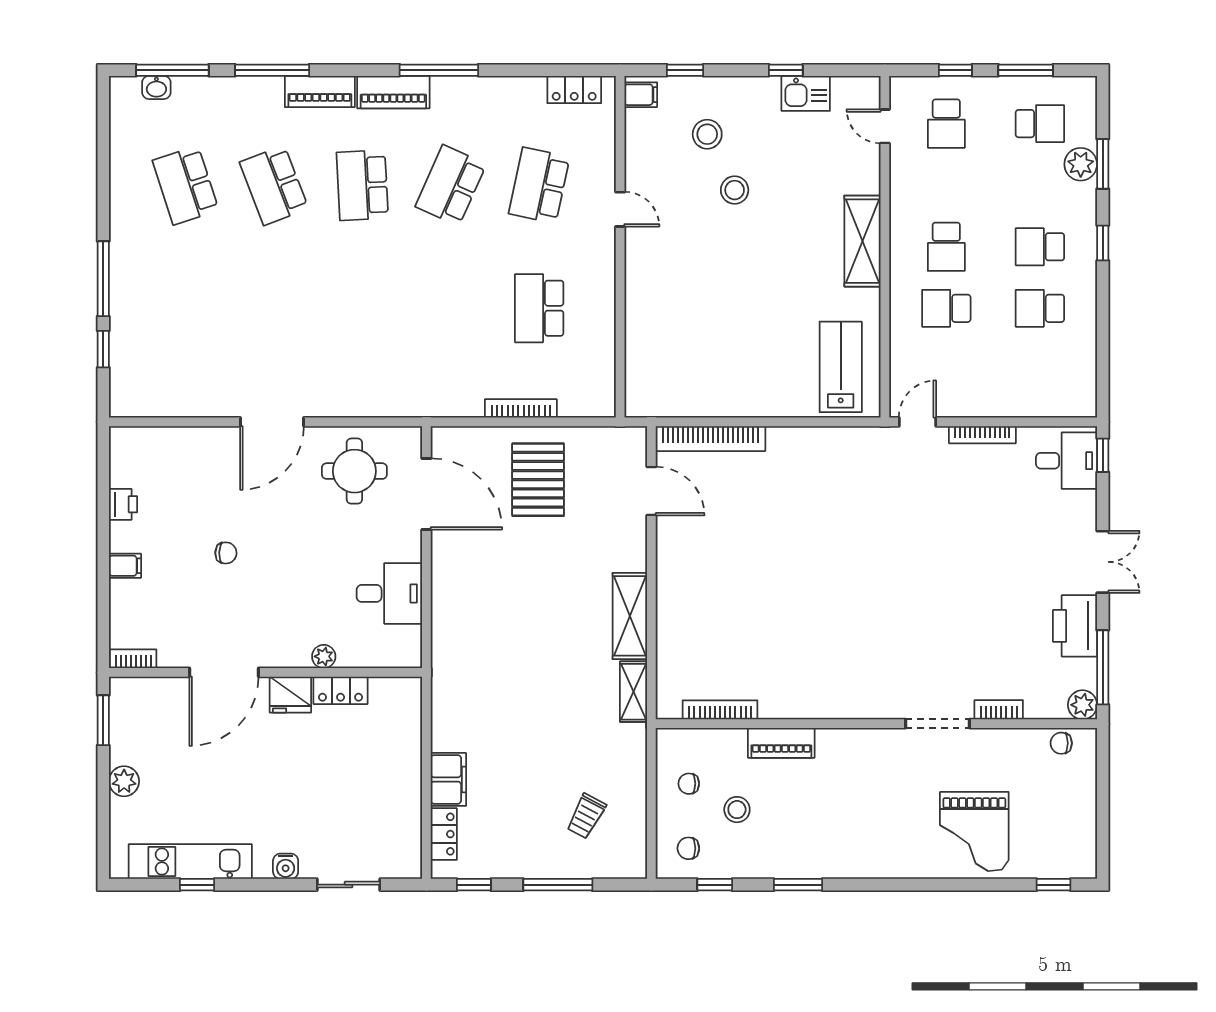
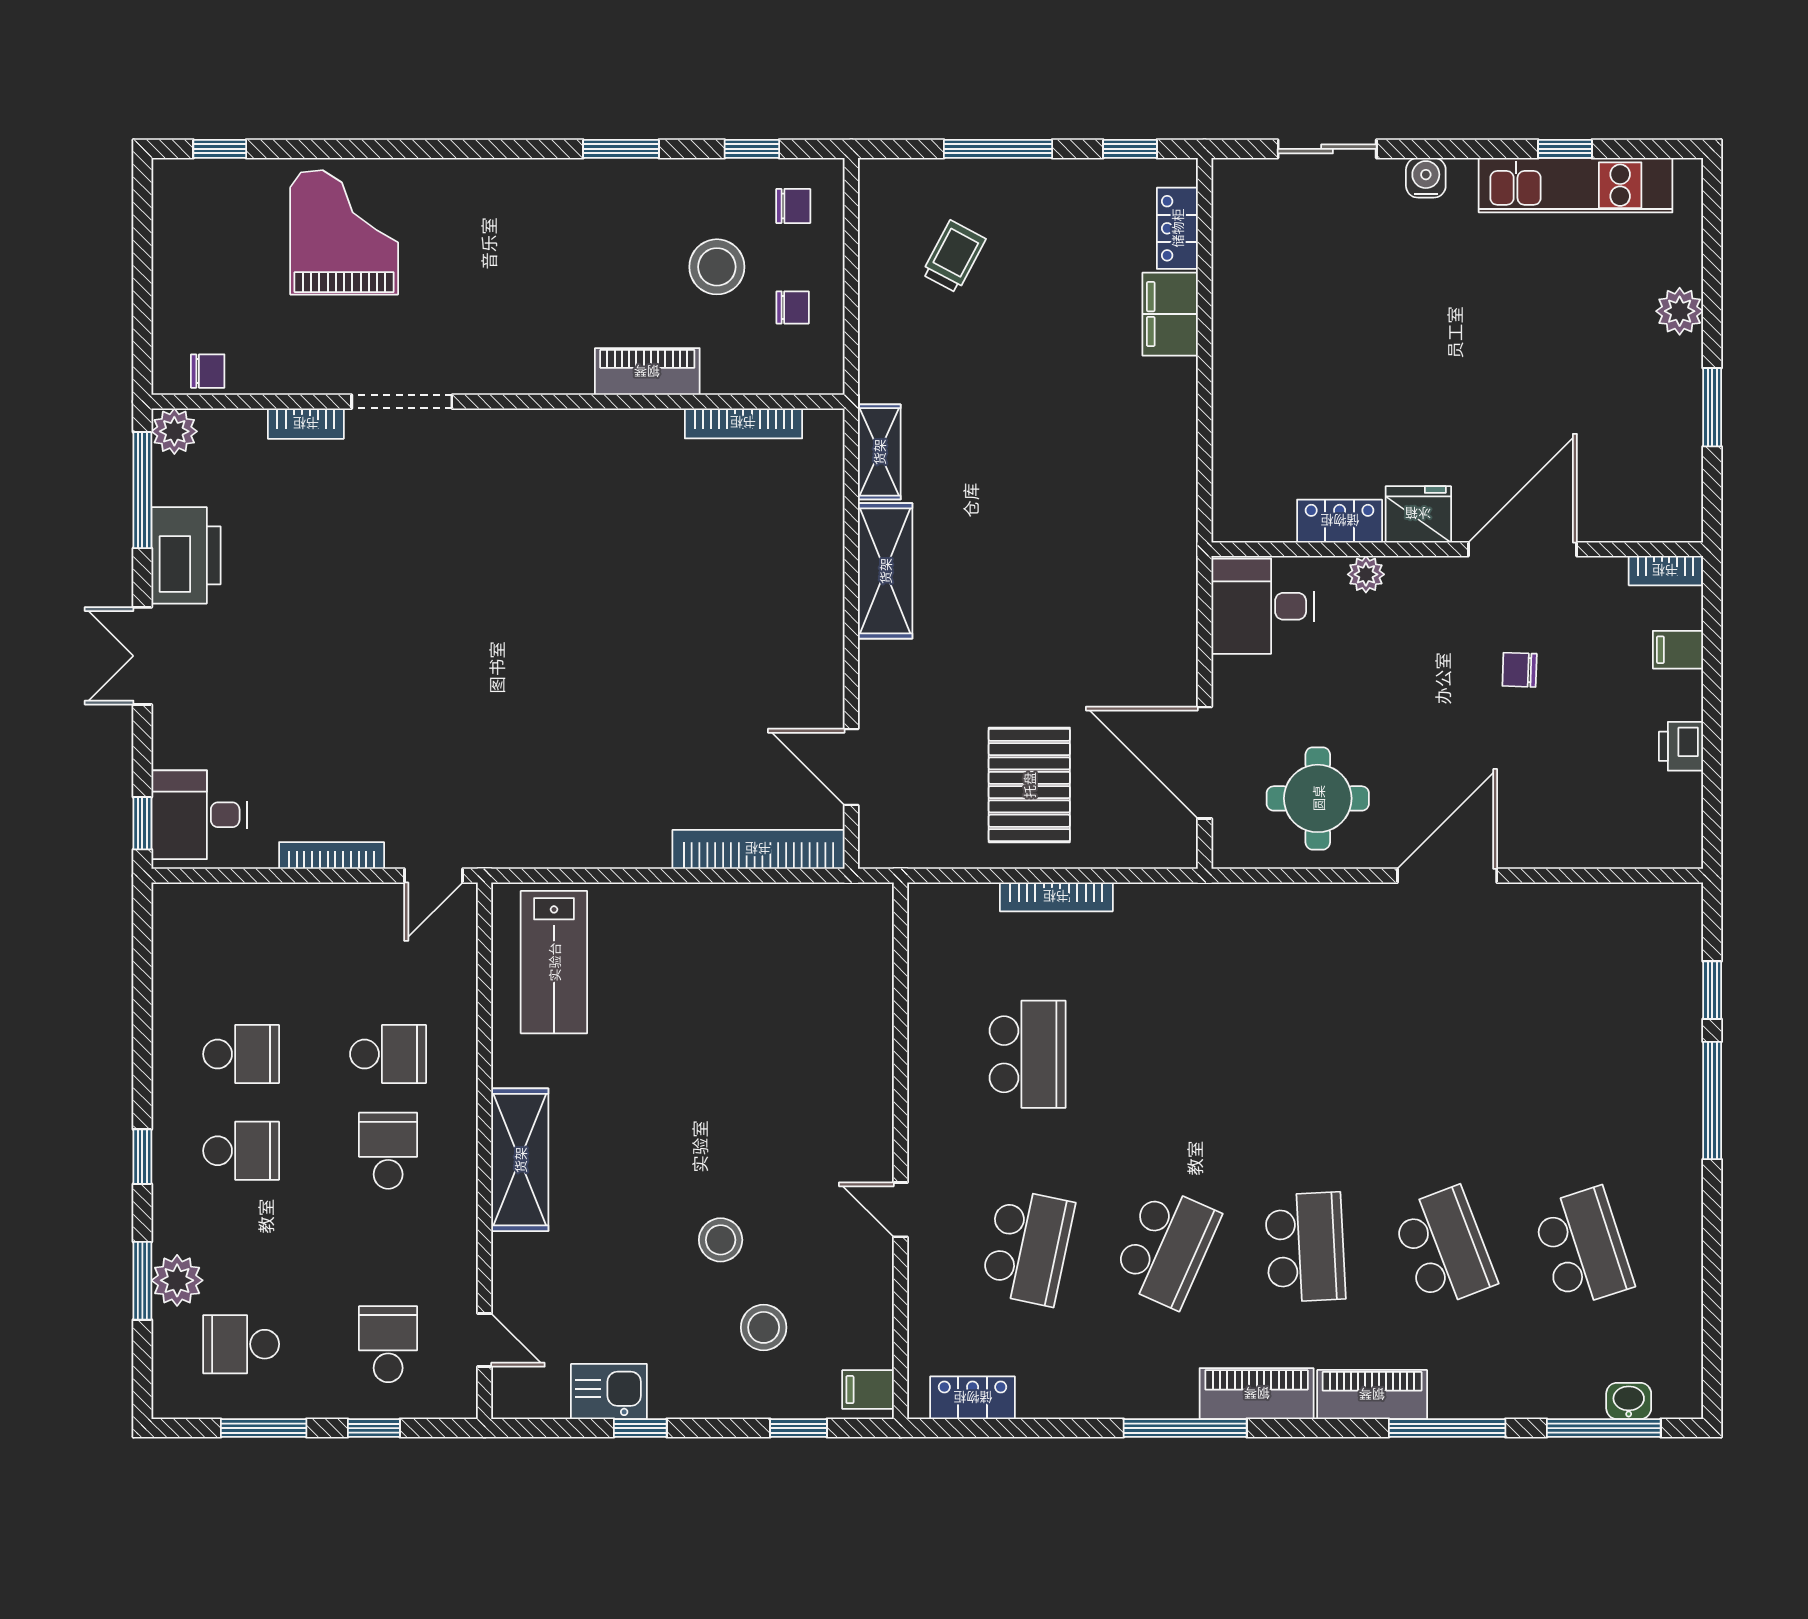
plant: (324, 656) -> (1366, 574), moved
bookcase: (133, 659) -> (1665, 571), moved
door: (224, 672) -> (1523, 549), moved
wall: (266, 672) -> (1457, 549), moved
locker: (341, 690) -> (1340, 521), moved
fridge: (290, 695) -> (1418, 514), moved
stool: (737, 810) -> (717, 267), width x1.38, depth x1.38

